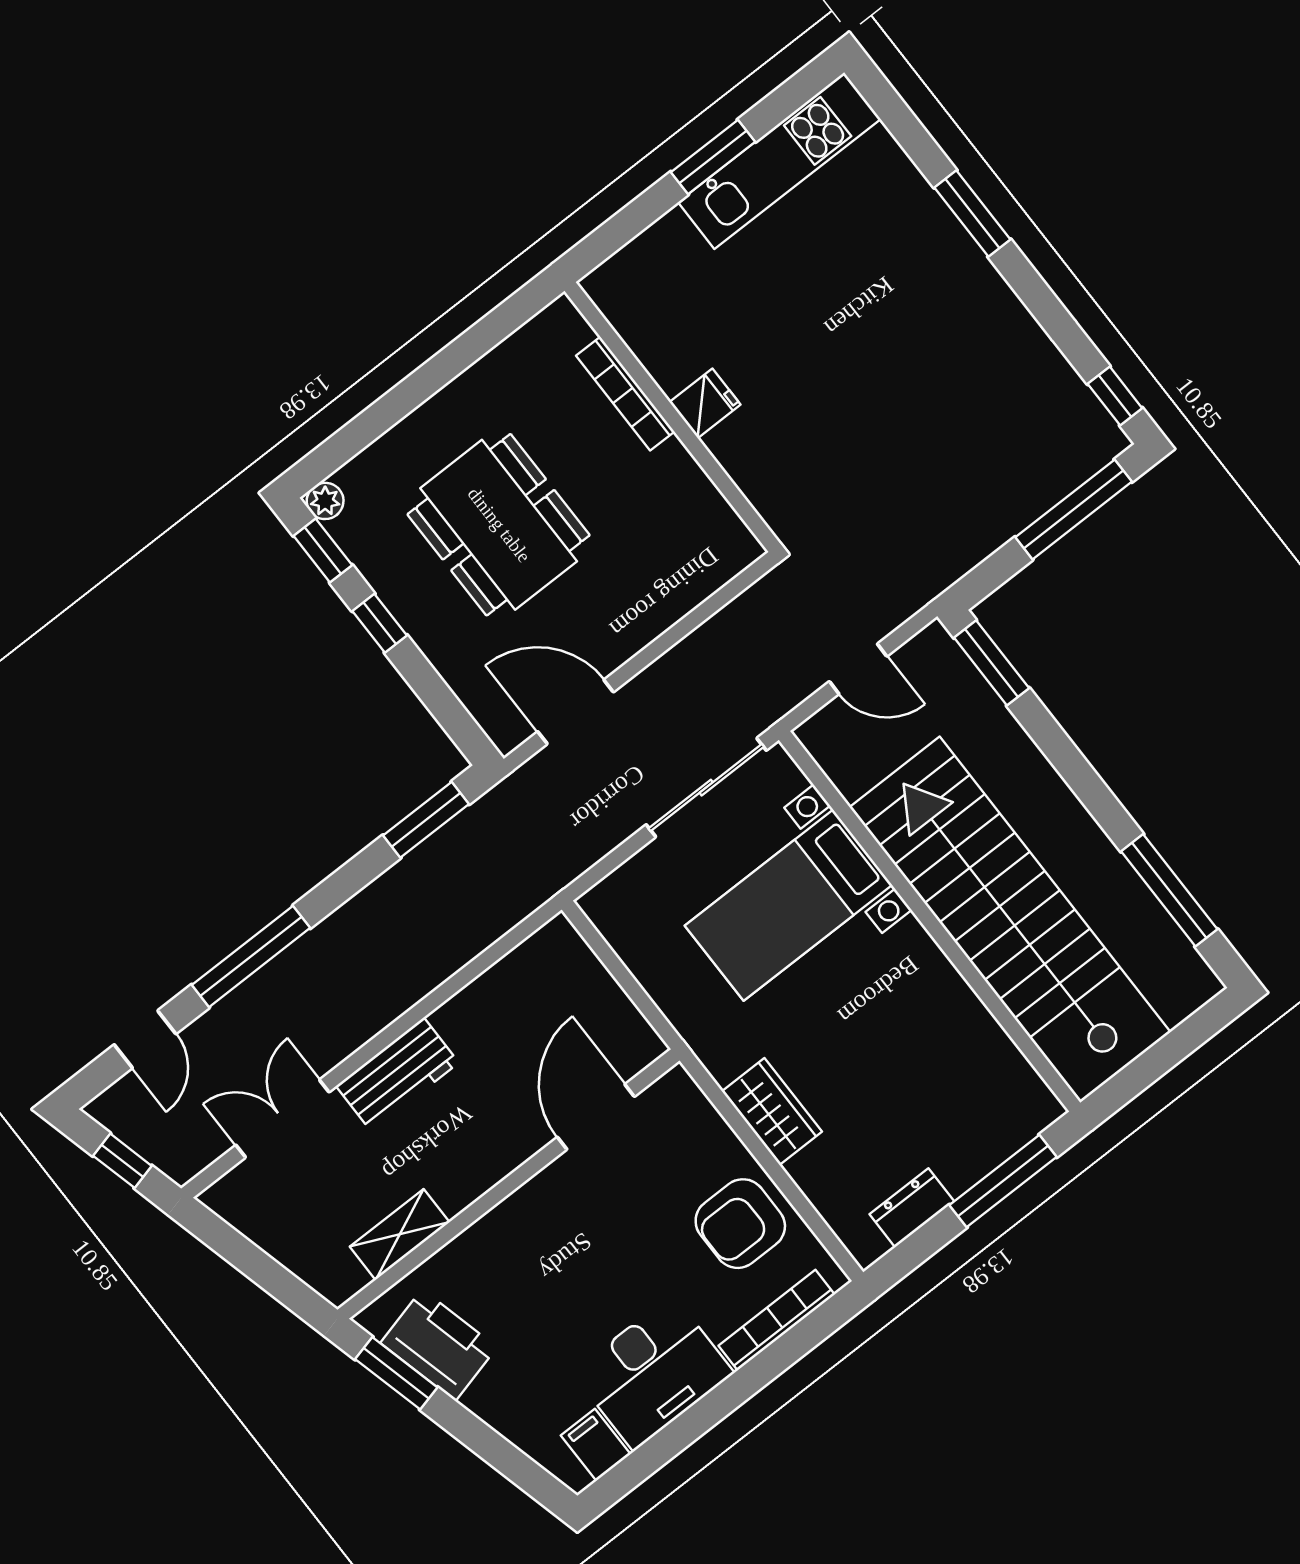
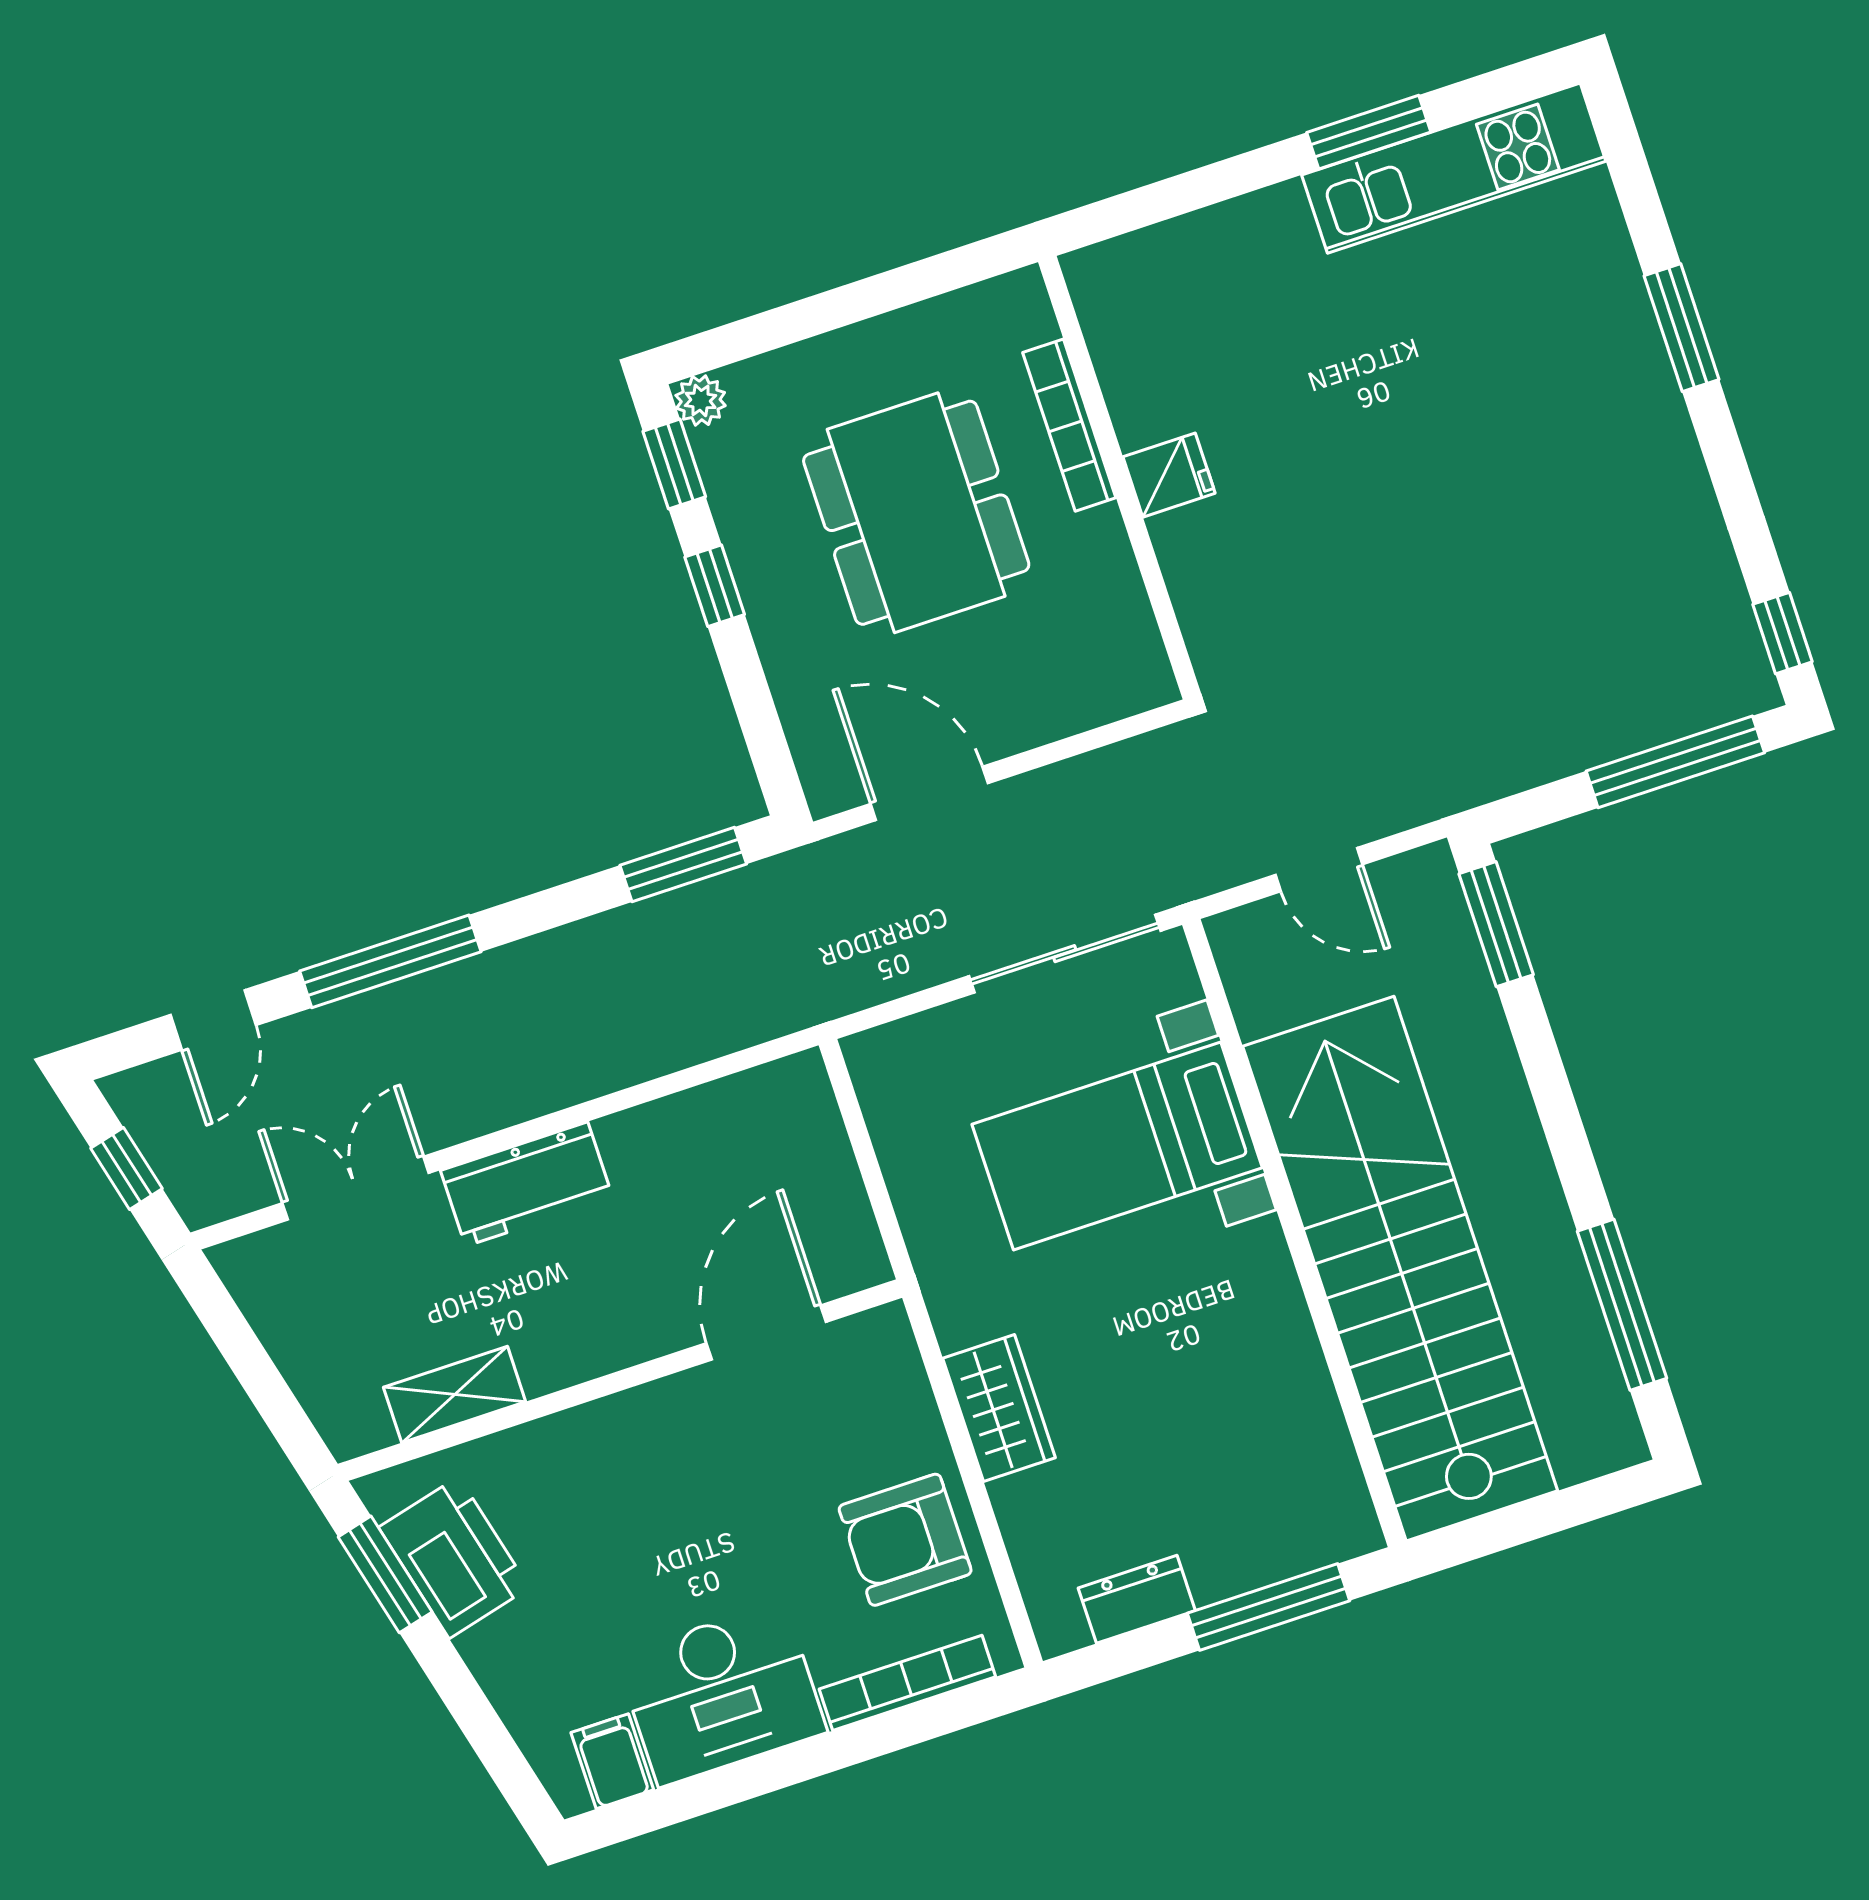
bookcase: (625, 394) -> (1069, 425), moved
fridge: (705, 403) -> (1169, 475), moved
wall: (672, 417) -> (1120, 478), moved

